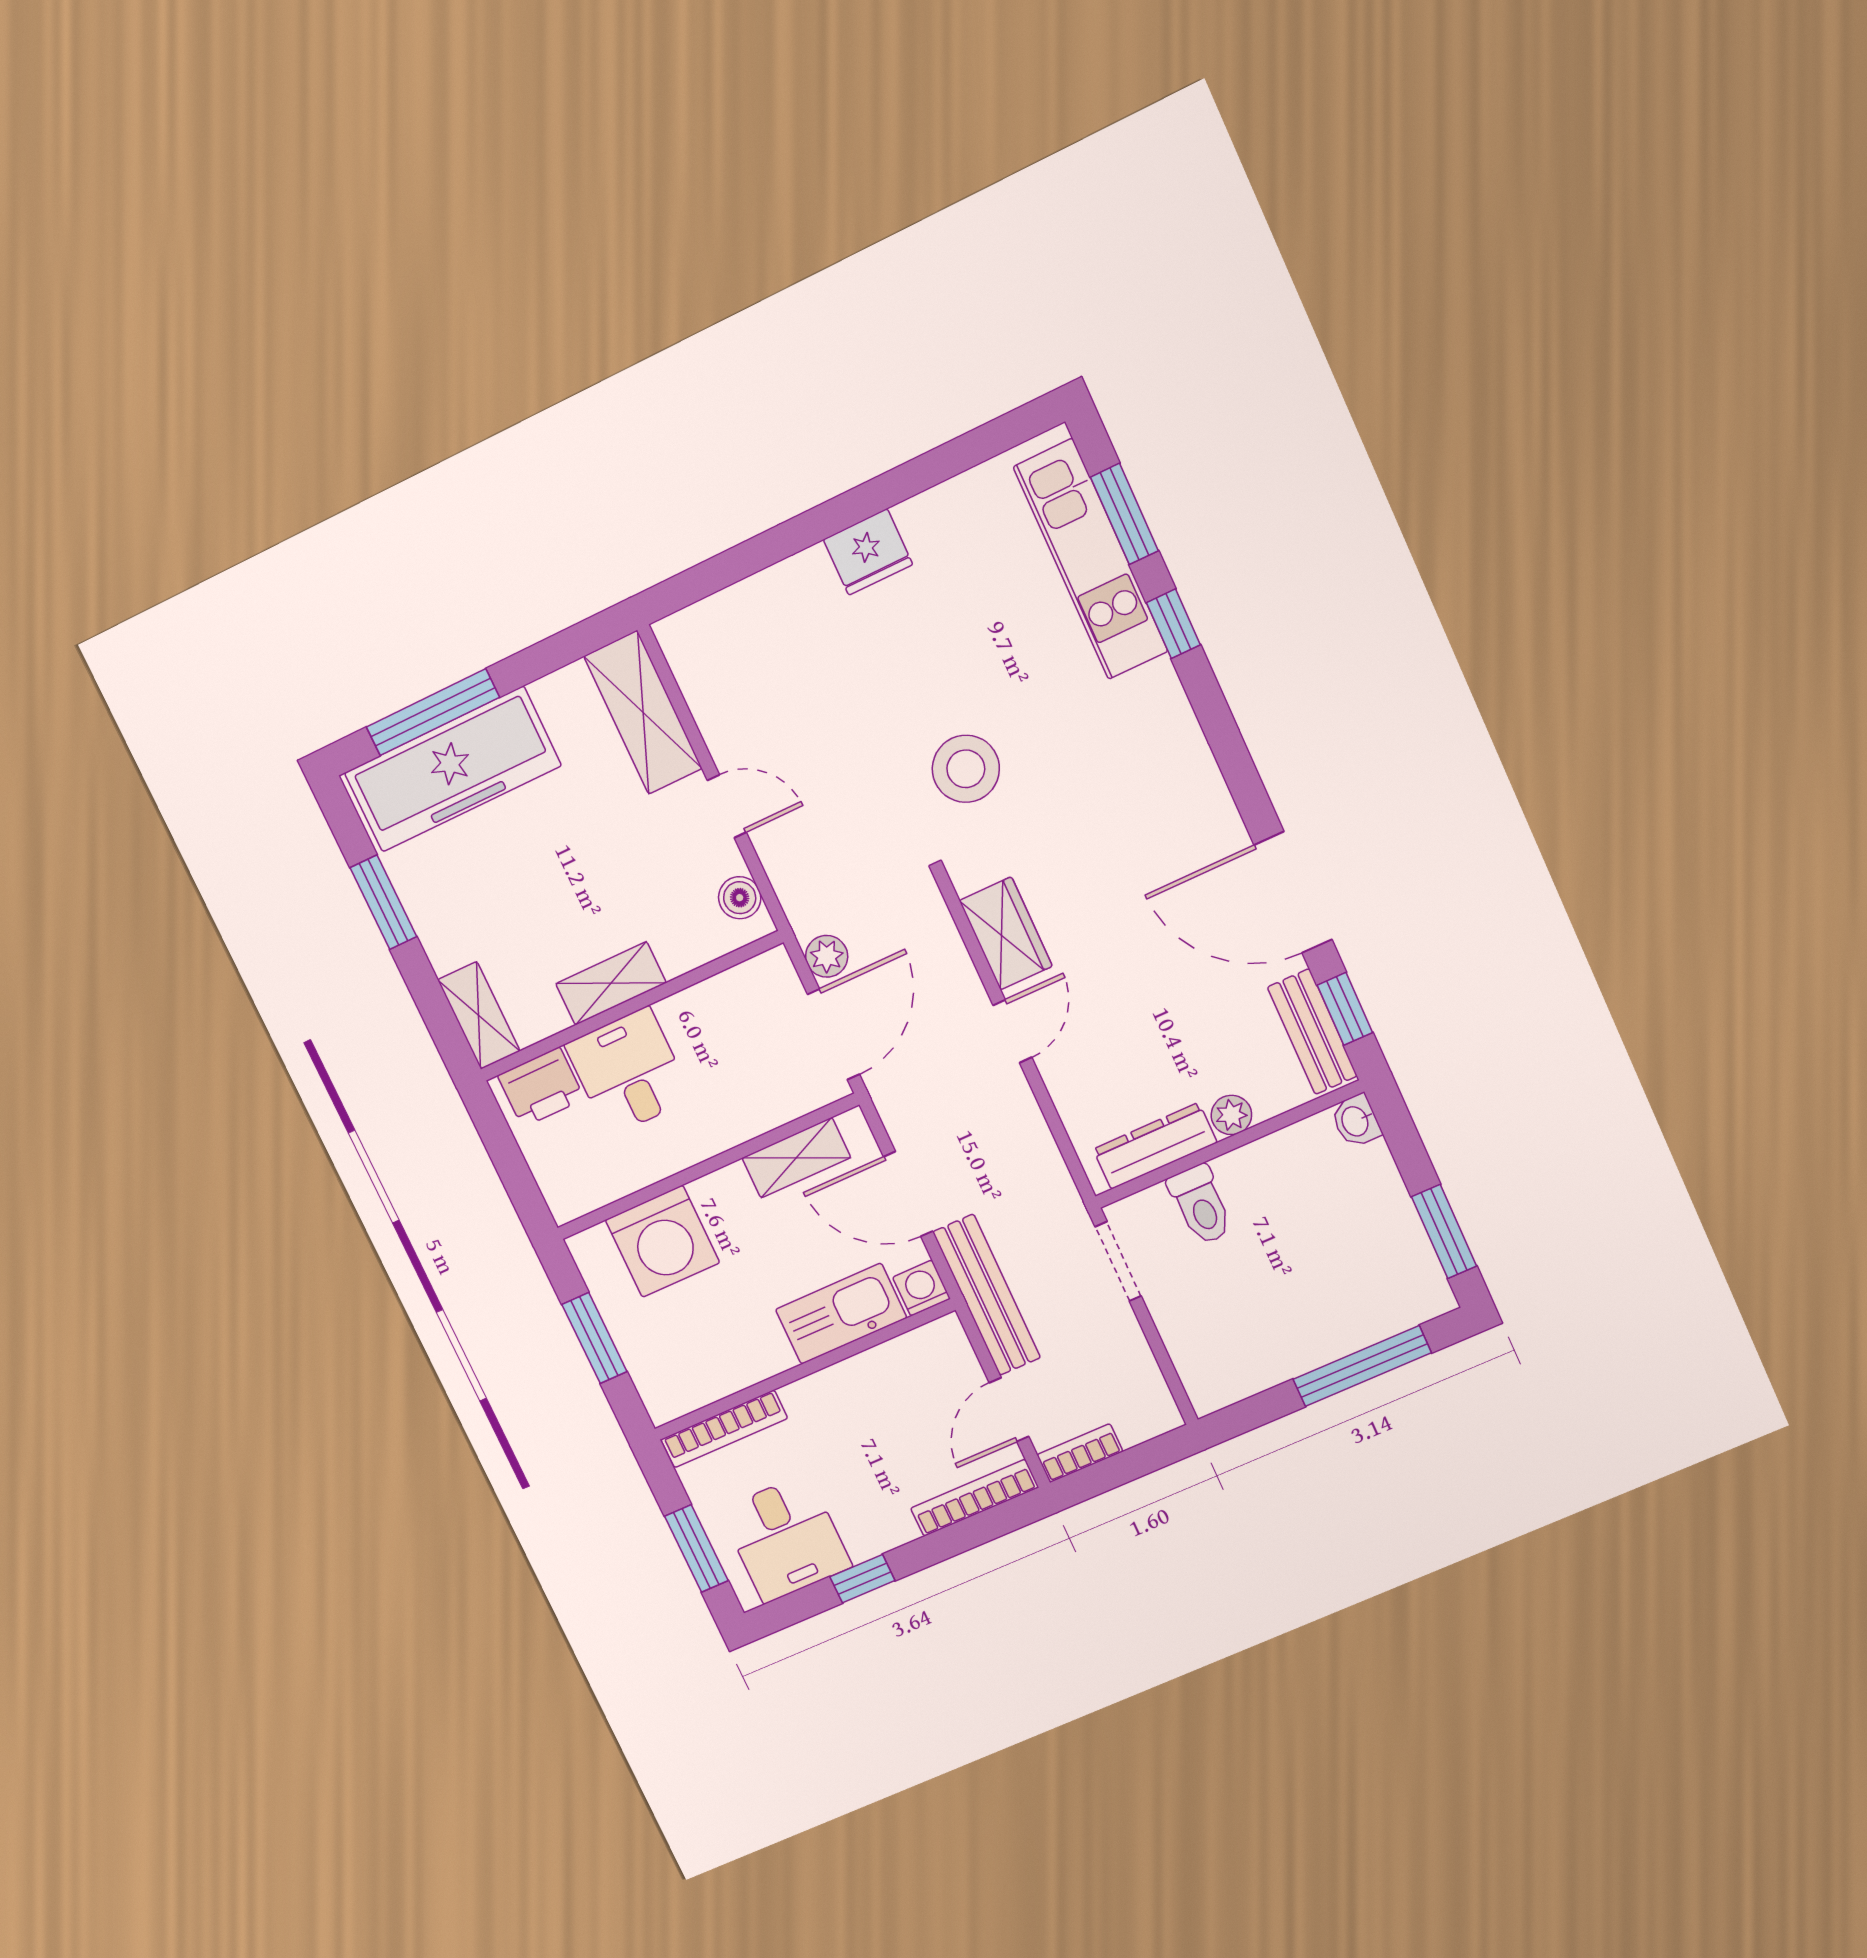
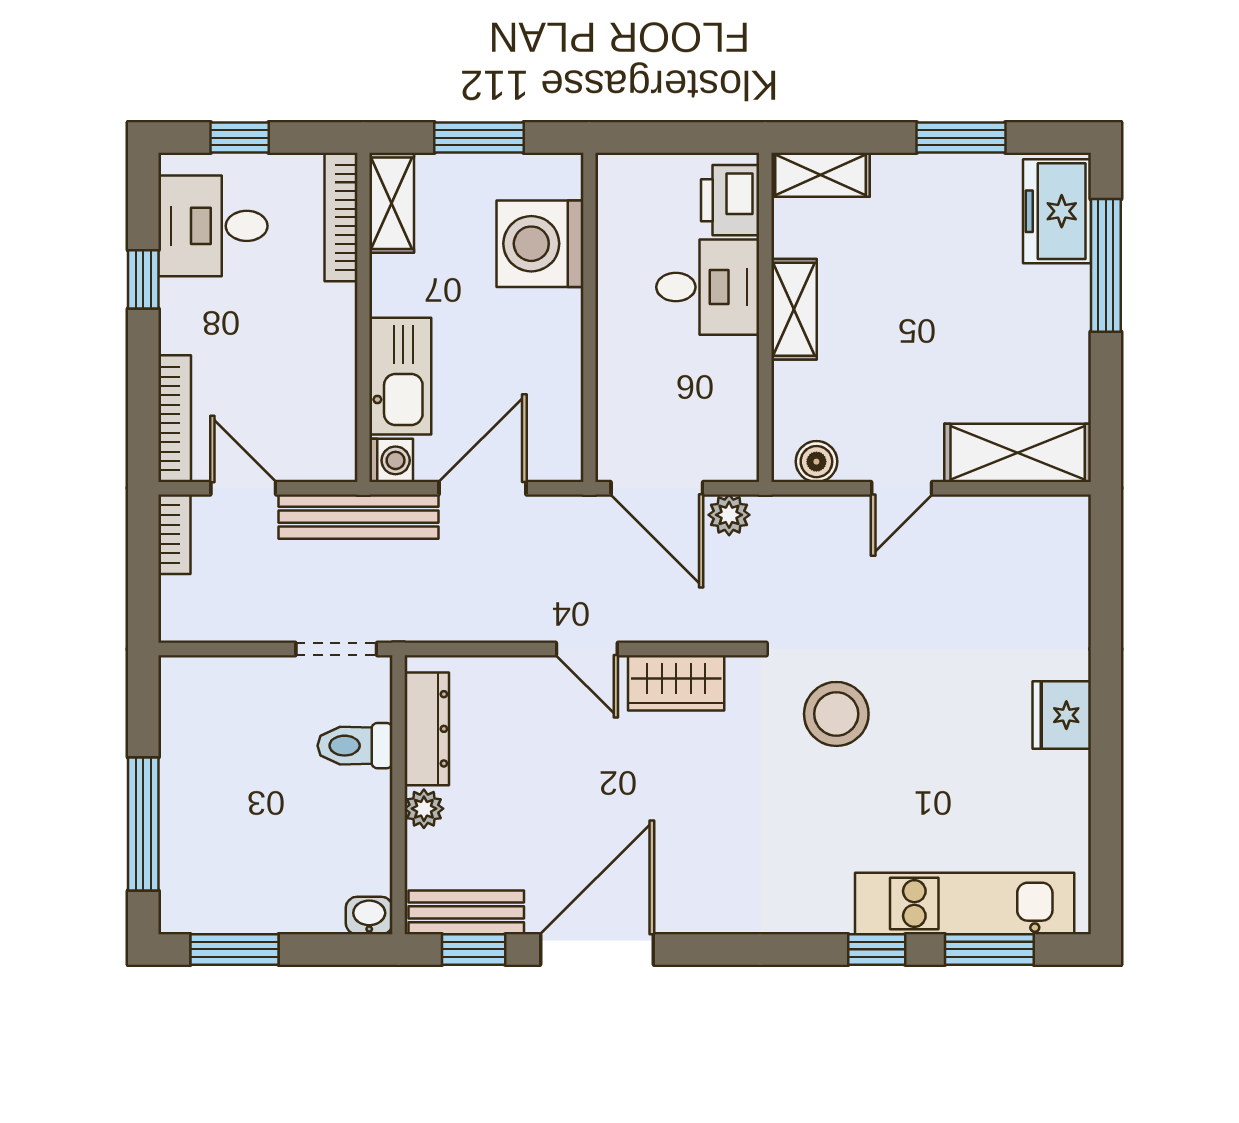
freezer: (453, 769) -> (1057, 211), width x0.52, depth x0.79
shelving: (796, 1158) -> (392, 203), moved
window: (696, 1548) -> (240, 138), width x0.67

